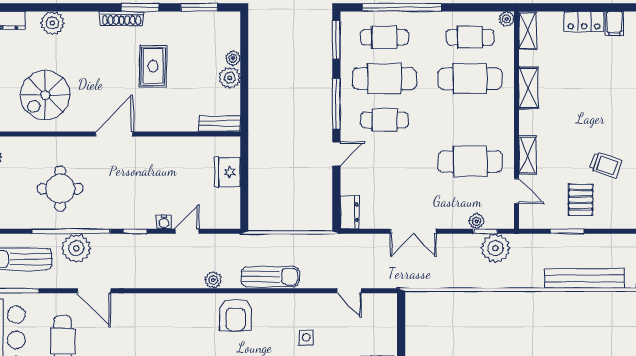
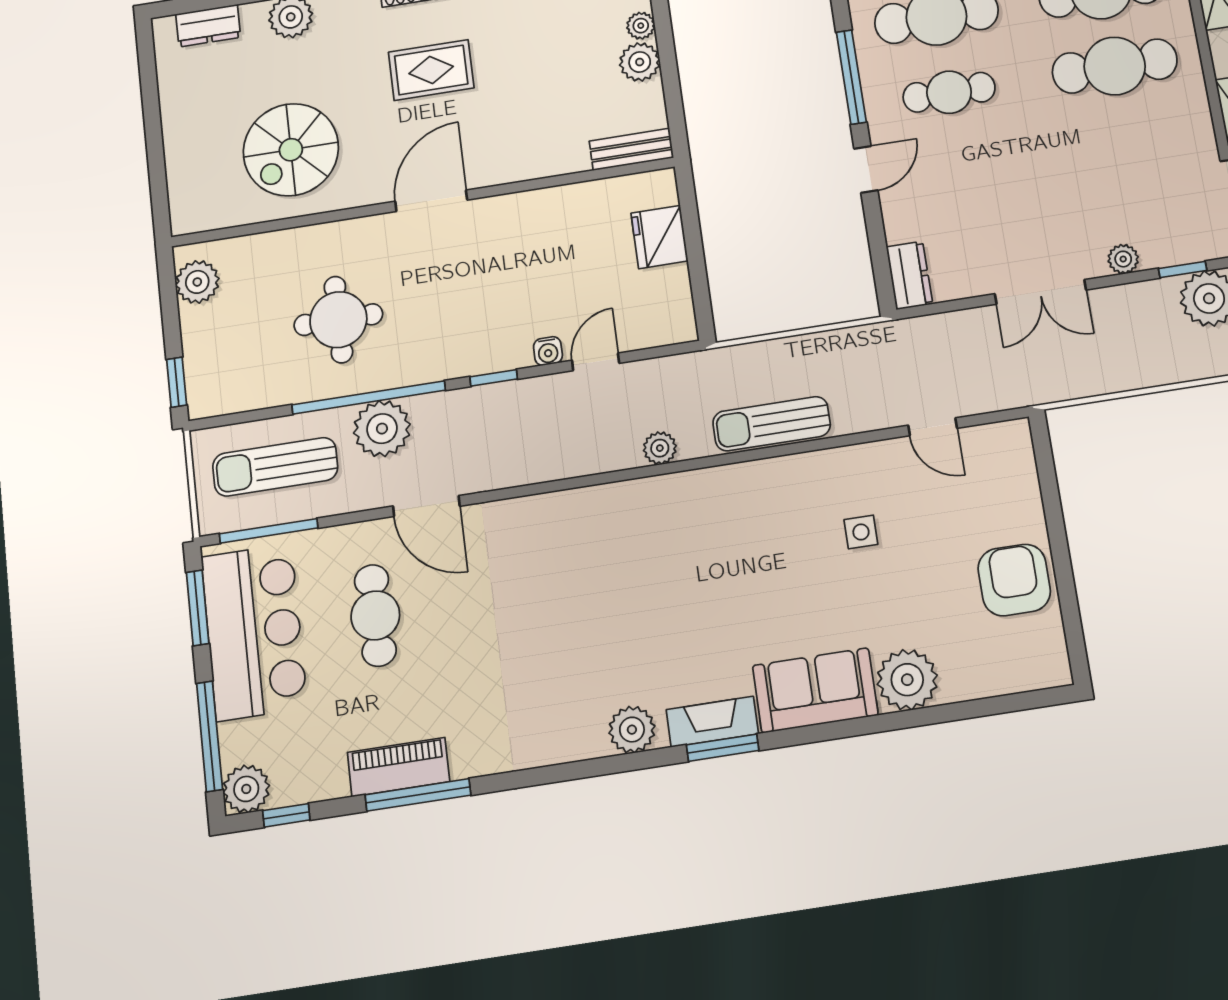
rug: (153, 66) -> (431, 70), moved, turned 90
cafe table: (470, 162) -> (1115, 66), moved
plant: (476, 221) -> (1123, 259), moved
sun lounger: (270, 277) -> (772, 424), turned 180
armchair: (236, 315) -> (714, 509), removed

